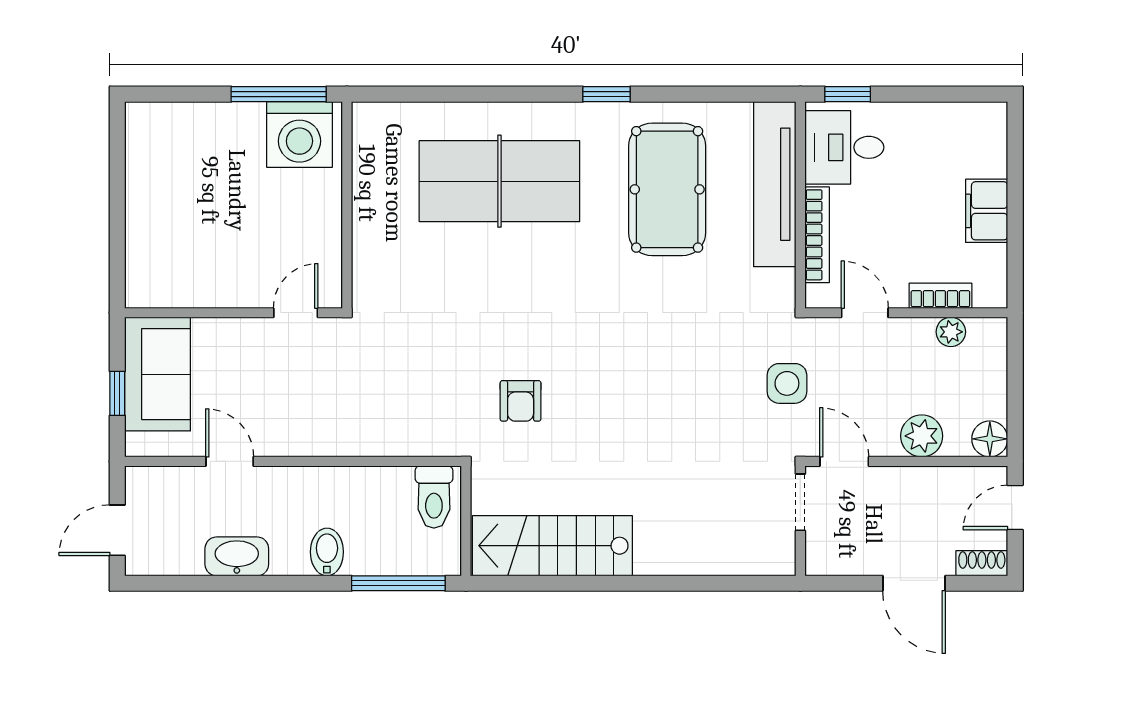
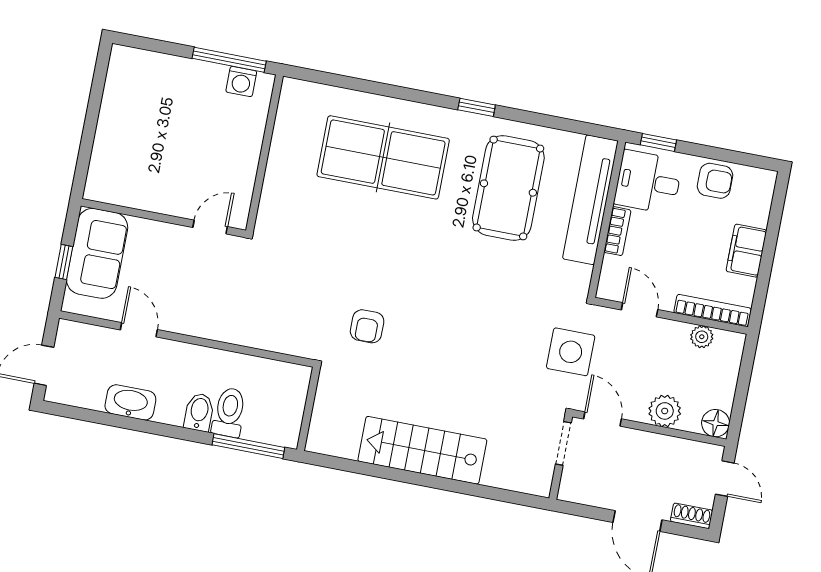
armchair: (929, 129) -> (715, 181), added
washing machine: (299, 134) -> (241, 82), width x0.53, depth x0.53
bookcase: (817, 235) -> (617, 231), width x0.64
bookcase: (940, 296) -> (712, 310), width x1.56
side table: (787, 383) -> (571, 352), width x1.37, depth x1.37
toilet: (434, 497) -> (229, 412), moved, turned 180
door: (1015, 507) -> (725, 479), swing flipped
stairs: (552, 546) -> (422, 450), moved

